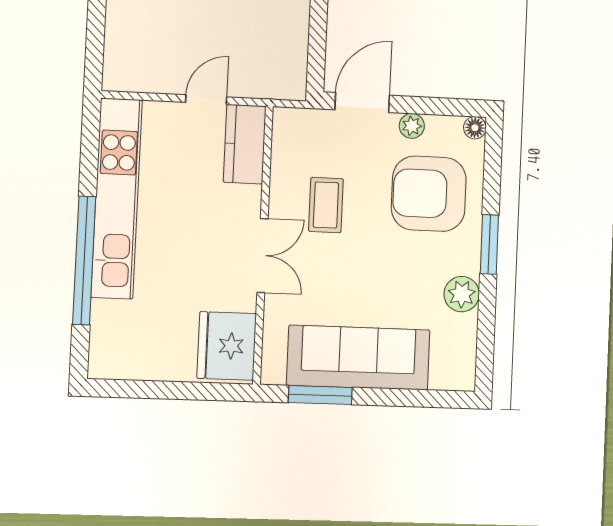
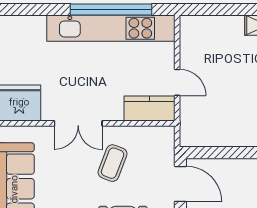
coffee table: (326, 205) -> (113, 163), turned -69
window: (84, 260) -> (111, 10), moved

